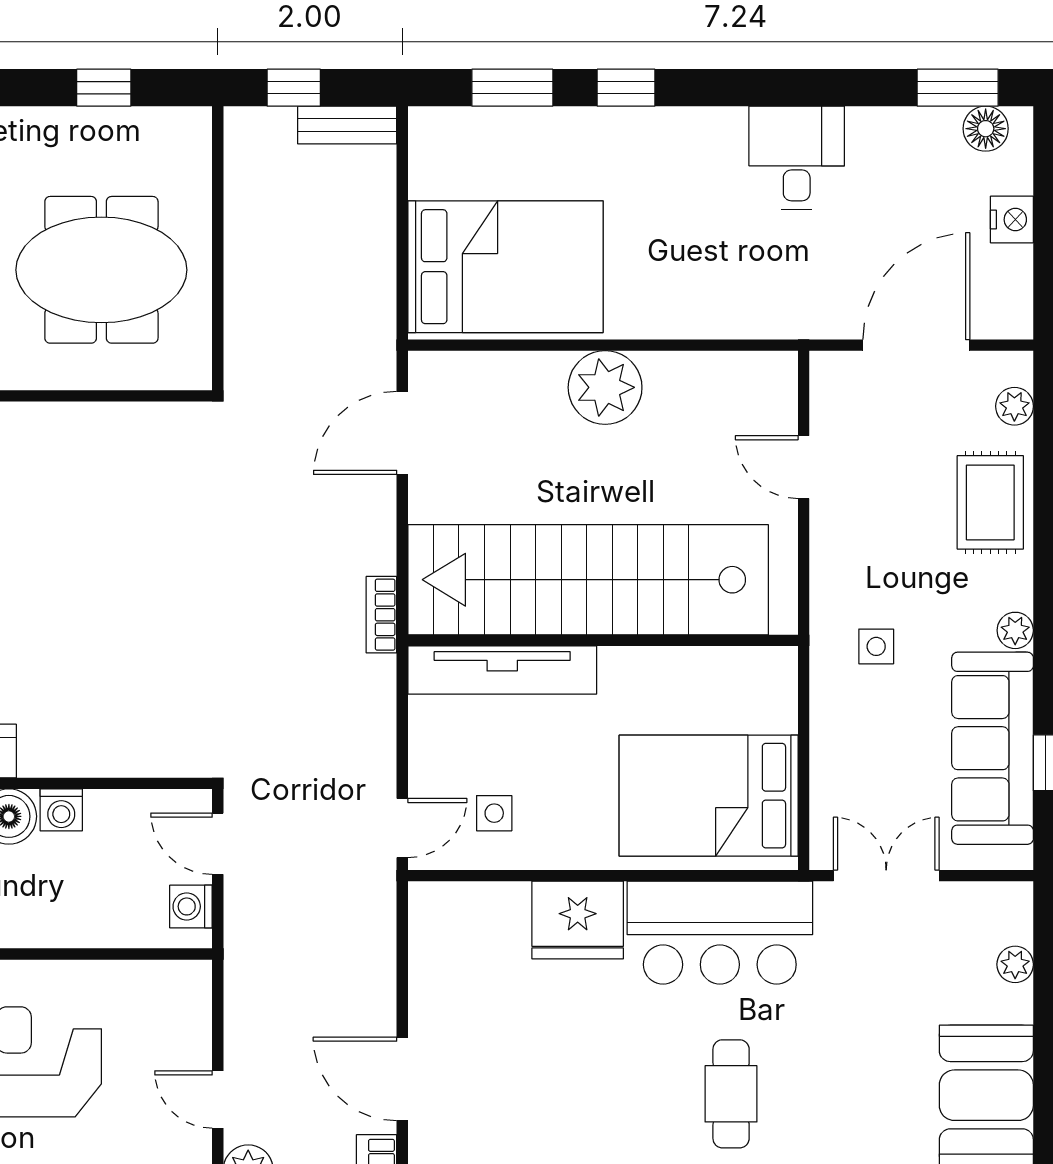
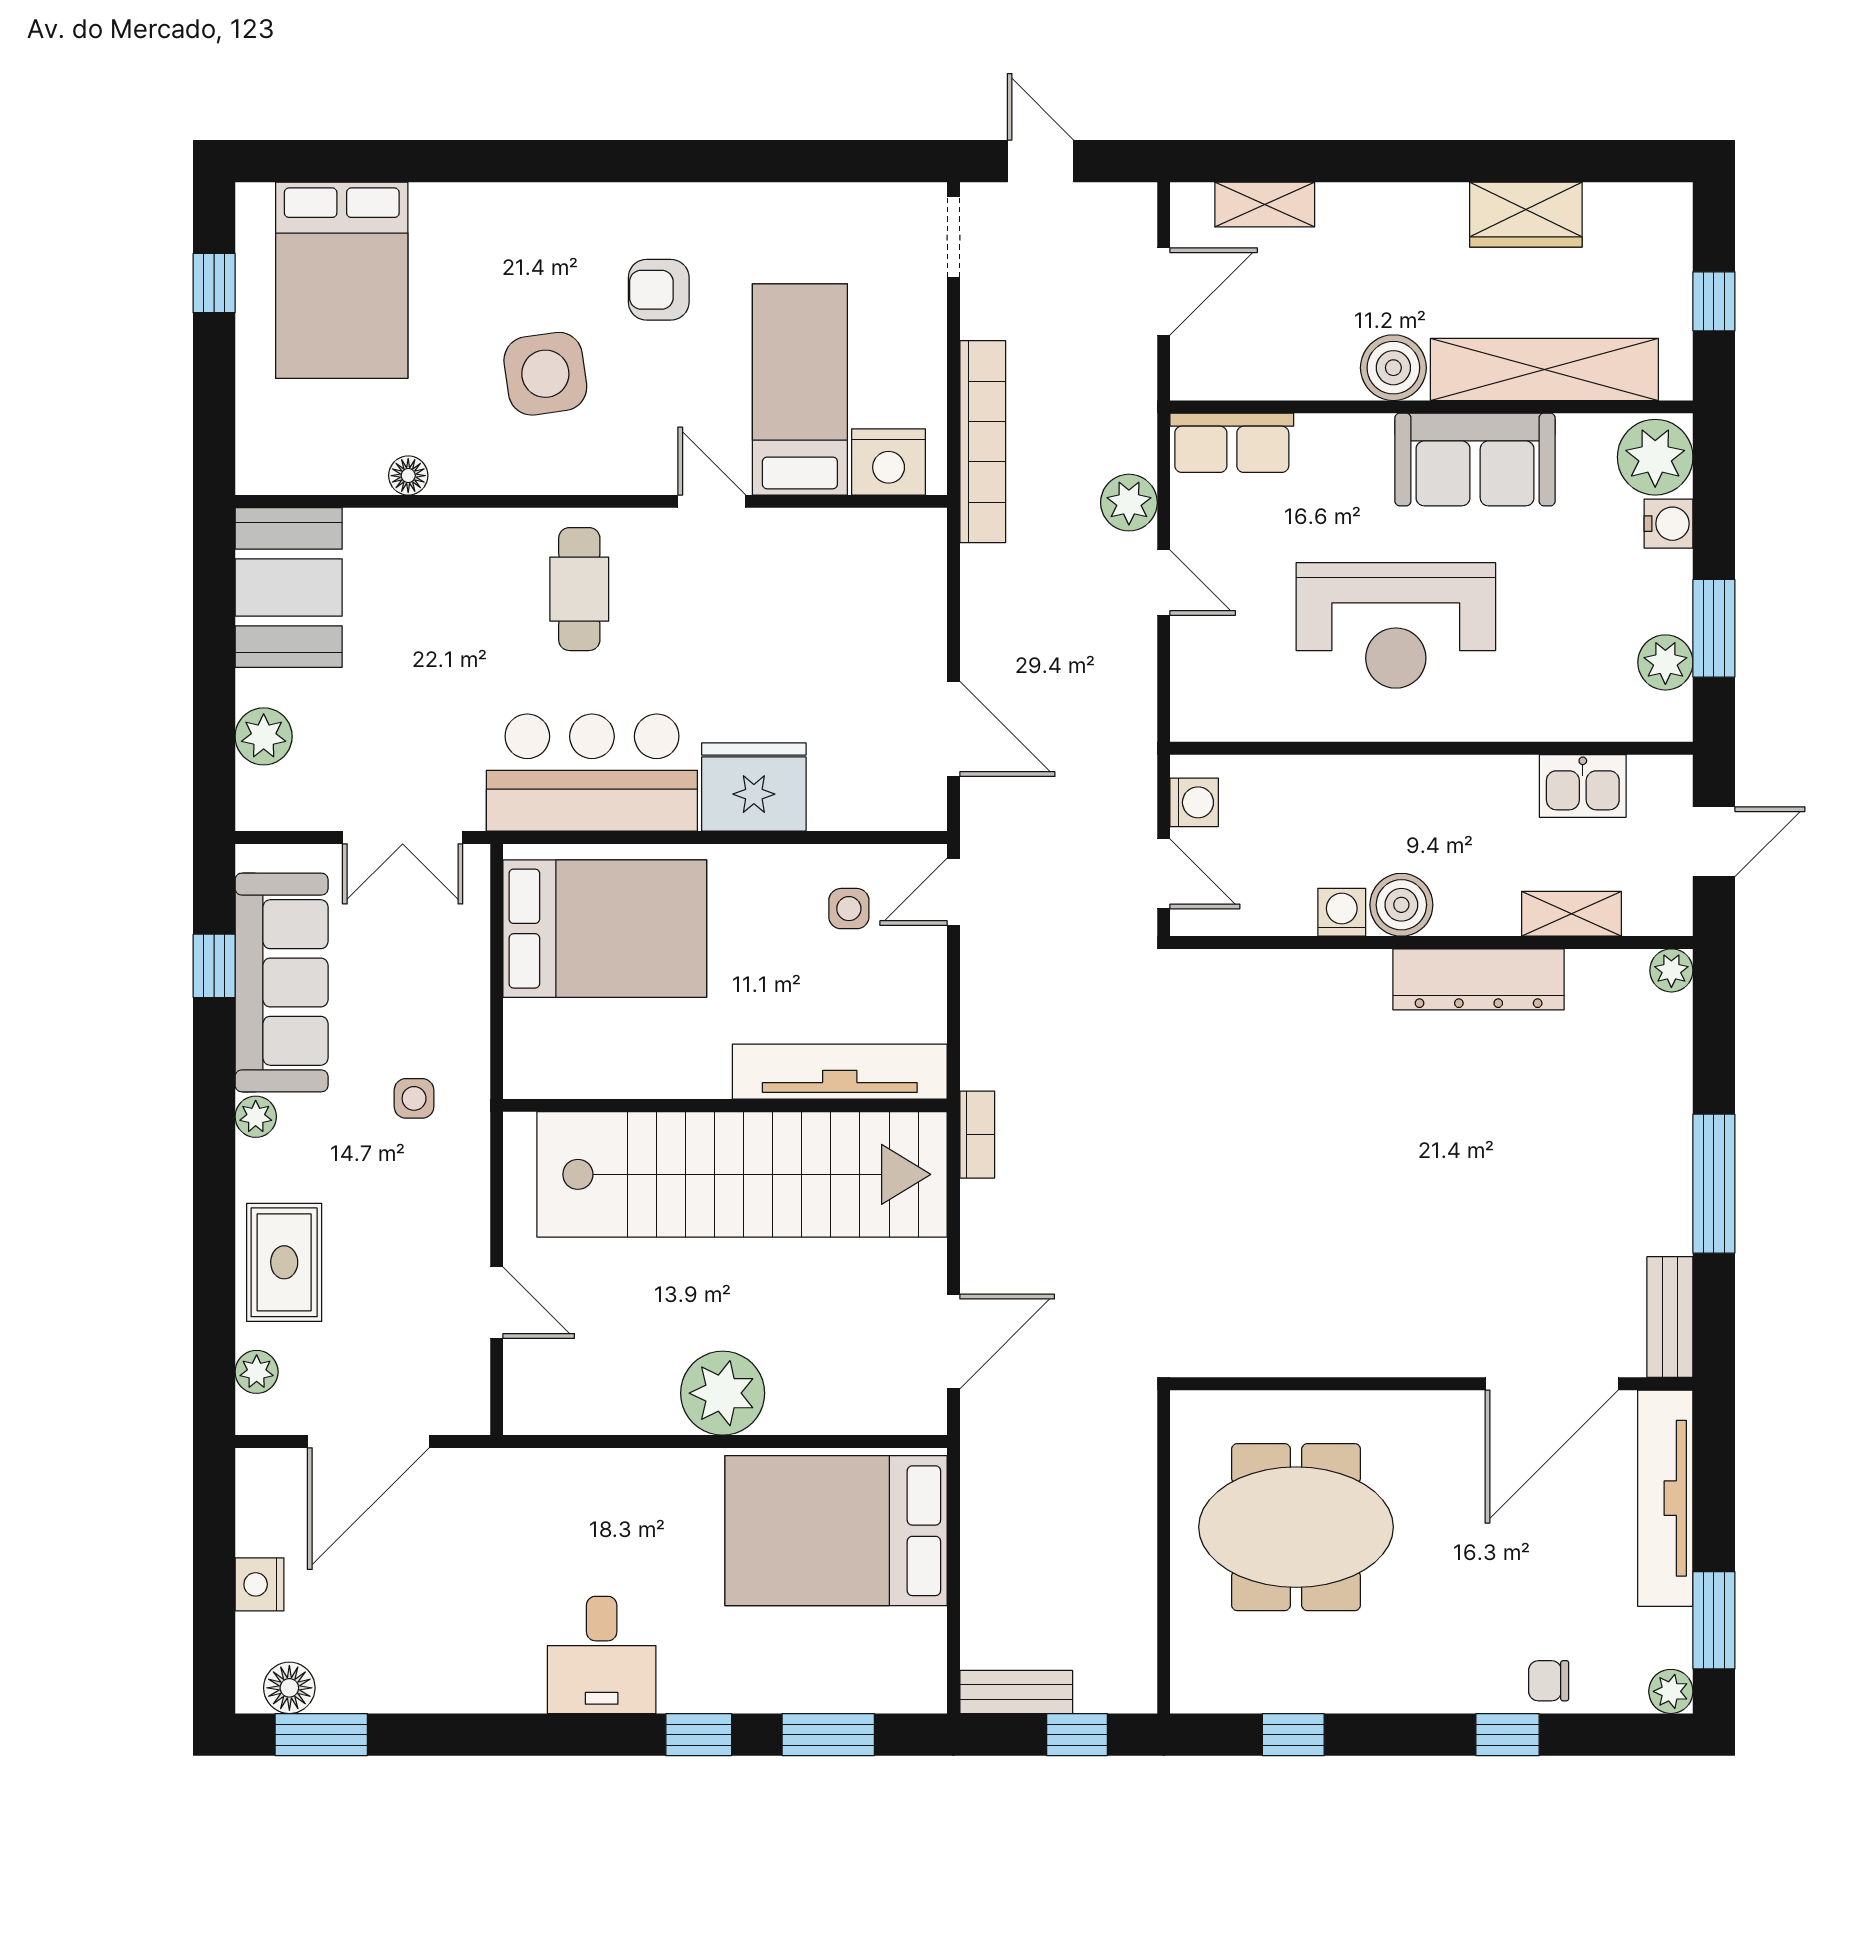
desk: (797, 158) -> (602, 1655), moved
plant: (1015, 964) -> (264, 736), width x1.38, depth x1.38
door: (402, 1079) -> (954, 729), moved

